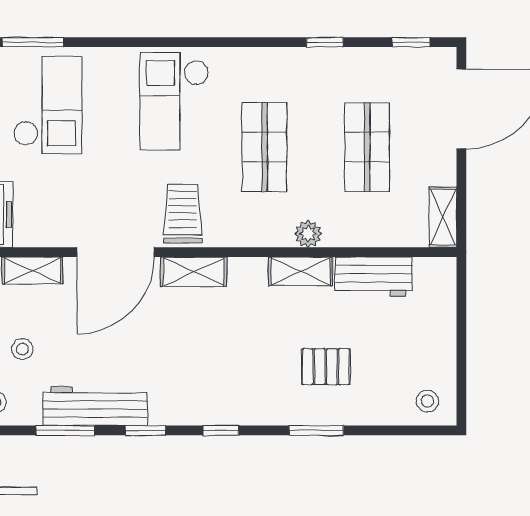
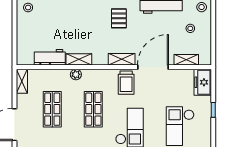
pallet: (326, 367) -> (119, 18), moved, turned 90

